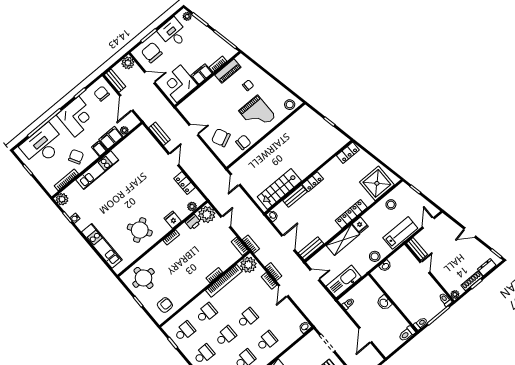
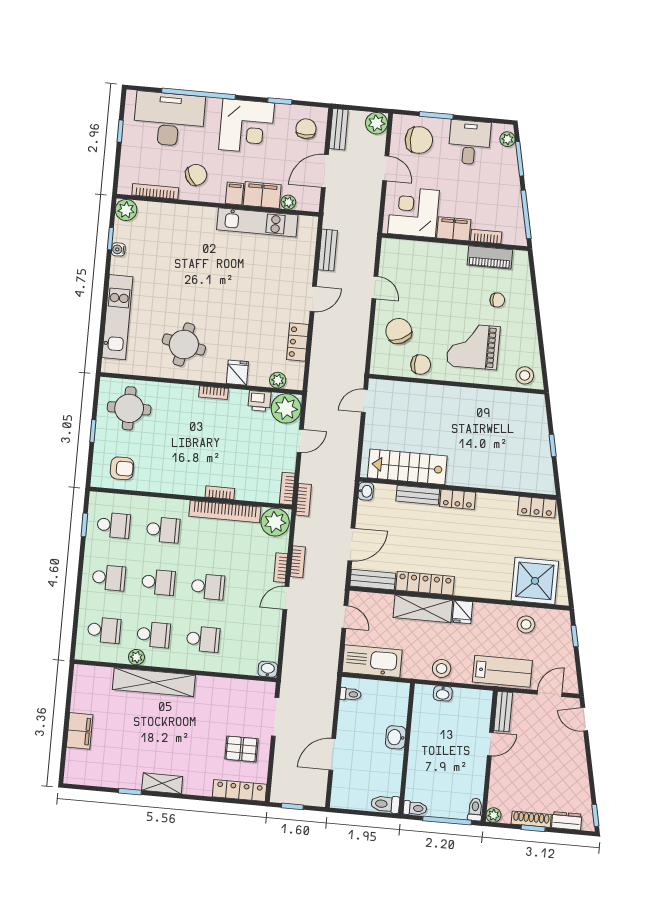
chair: (152, 53) -> (419, 140), turned 90
grand piano: (257, 114) -> (473, 346), turned 90
kitchen unit: (97, 170) -> (257, 222), moved
locker: (351, 214) -> (425, 583), moved
round table: (140, 230) -> (184, 344), turned 45
door: (470, 233) -> (584, 719), moved

